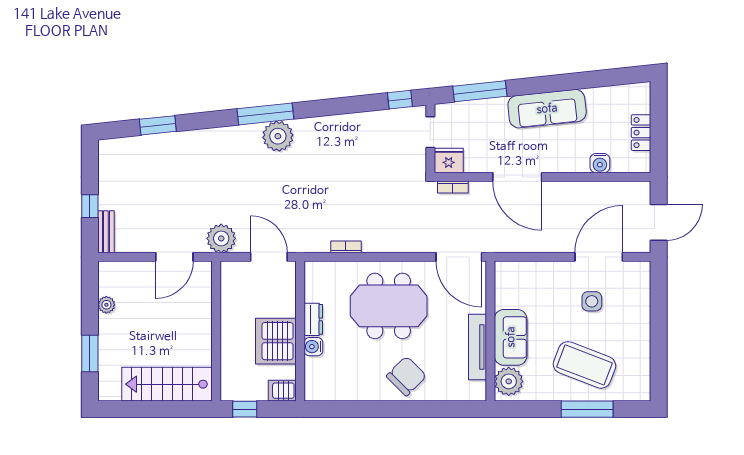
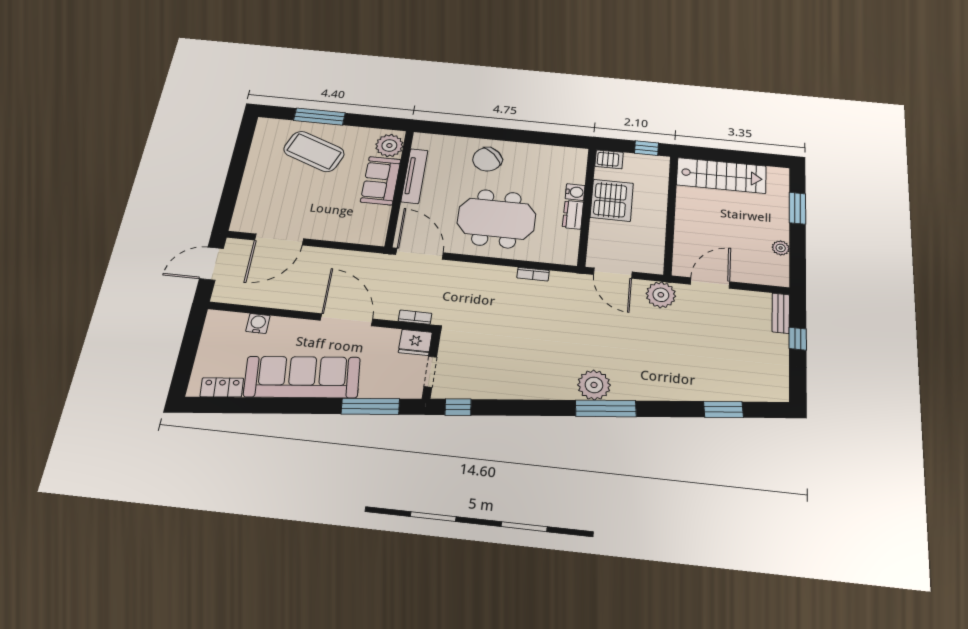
sofa: (547, 109) -> (302, 377), width x1.36, depth x1.27
locker: (641, 133) -> (222, 387), moved, turned -96
side table: (592, 301) -> (295, 202), removed

